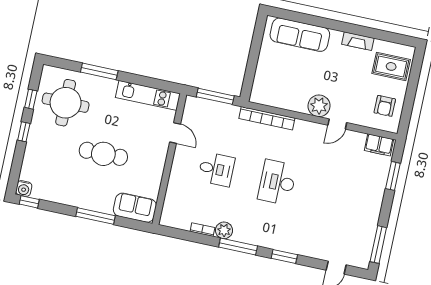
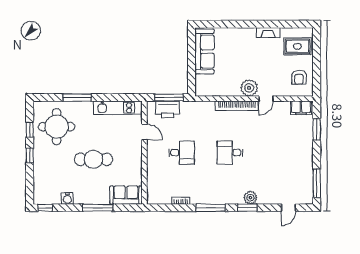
sofa: (300, 35) -> (205, 52), moved, turned -90
printer: (210, 111) -> (168, 109), added
bookcase: (267, 118) -> (237, 106), moved
desk: (277, 182) -> (230, 153), width x0.73
water cooler: (24, 189) -> (67, 199), moved
plant: (224, 230) -> (250, 198), moved

